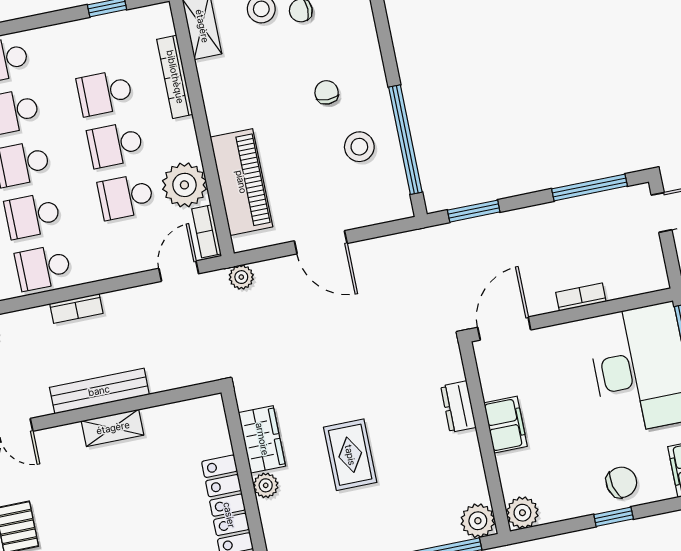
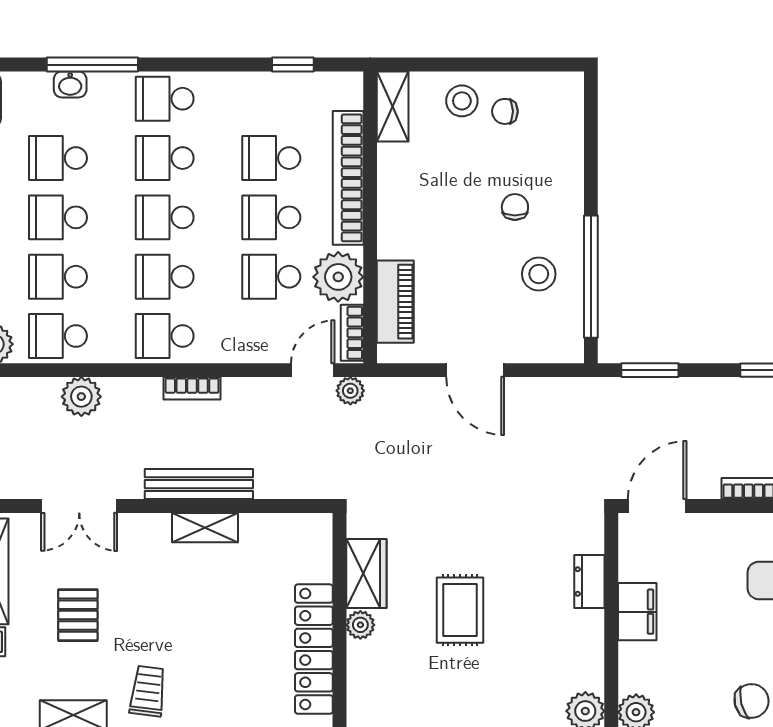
bookcase: (175, 77) -> (348, 178), width x1.48, depth x1.31
piano: (241, 182) -> (395, 302), width x0.73, depth x0.75
plant: (241, 277) -> (350, 391), moved

